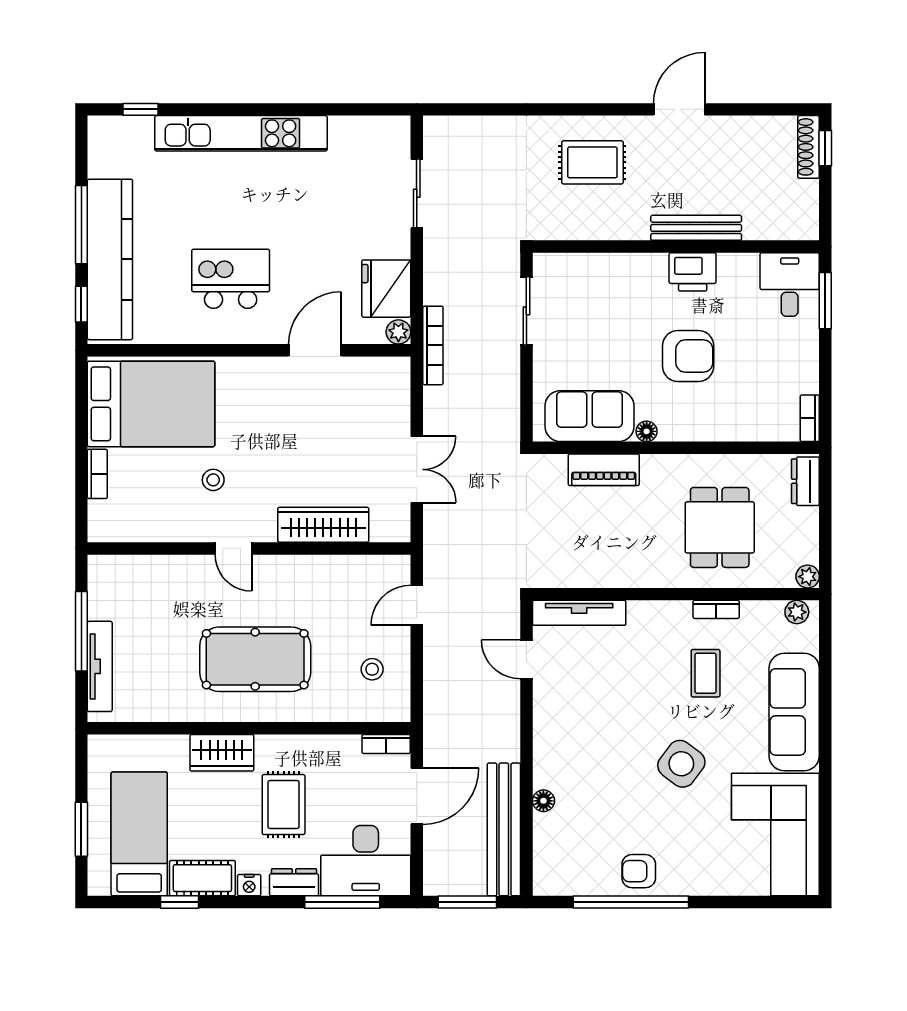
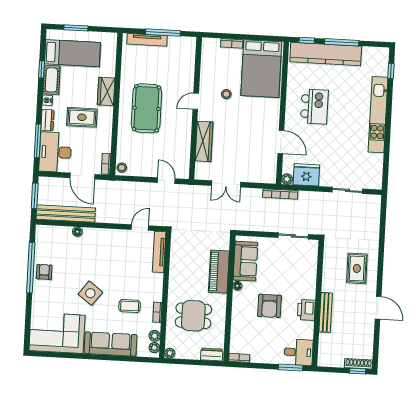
piano: (604, 470) -> (219, 272), width x1.37, depth x1.33
plant: (770, 613) -> (155, 336), added
stool: (372, 669) -> (122, 168), moved

